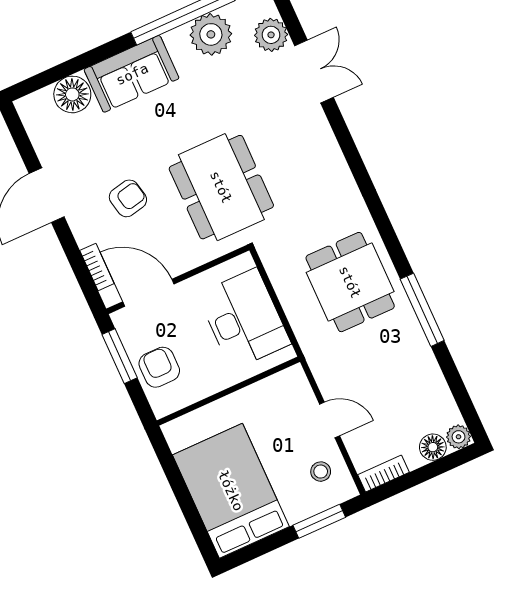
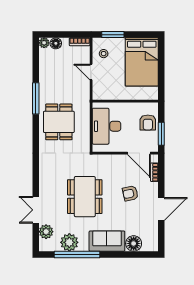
dining table: (221, 187) -> (85, 197), moved

